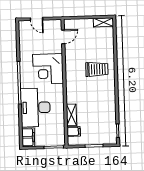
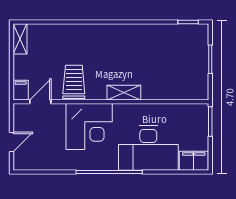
door: (63, 37) -> (40, 102), hinge flipped
trolley: (97, 69) -> (74, 82), moved
shelving: (71, 115) -> (124, 93), moved
filing cabinet: (74, 131) -> (21, 90), moved

